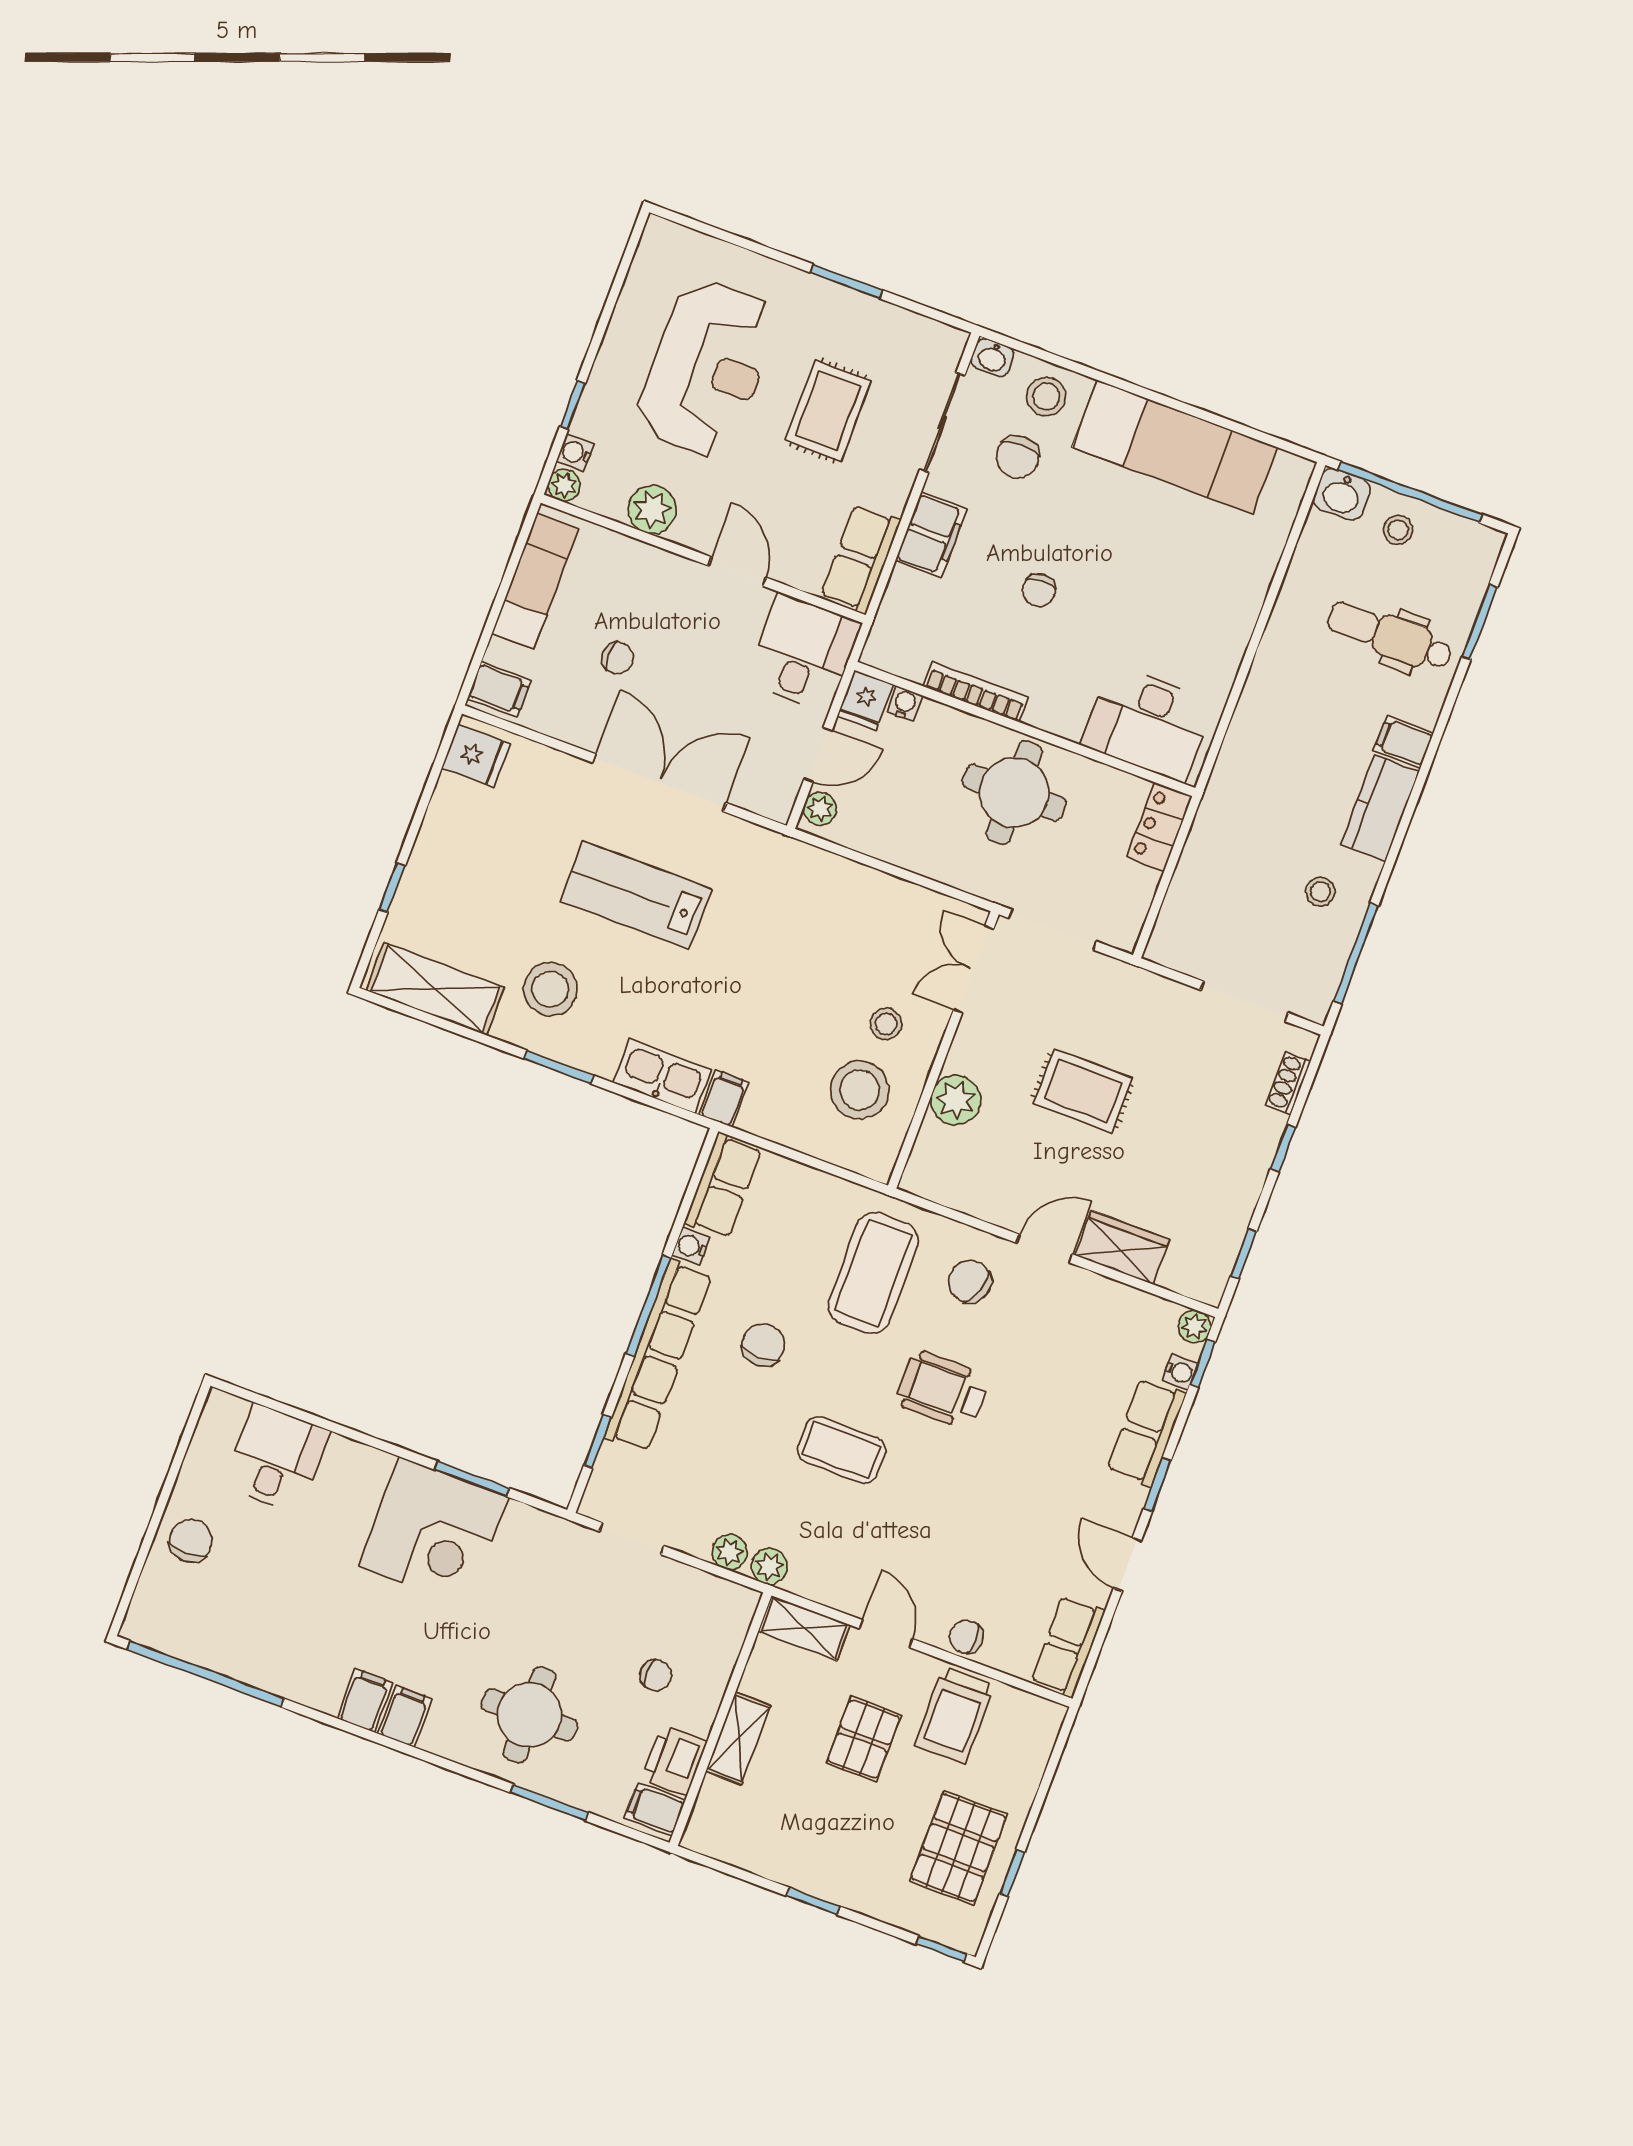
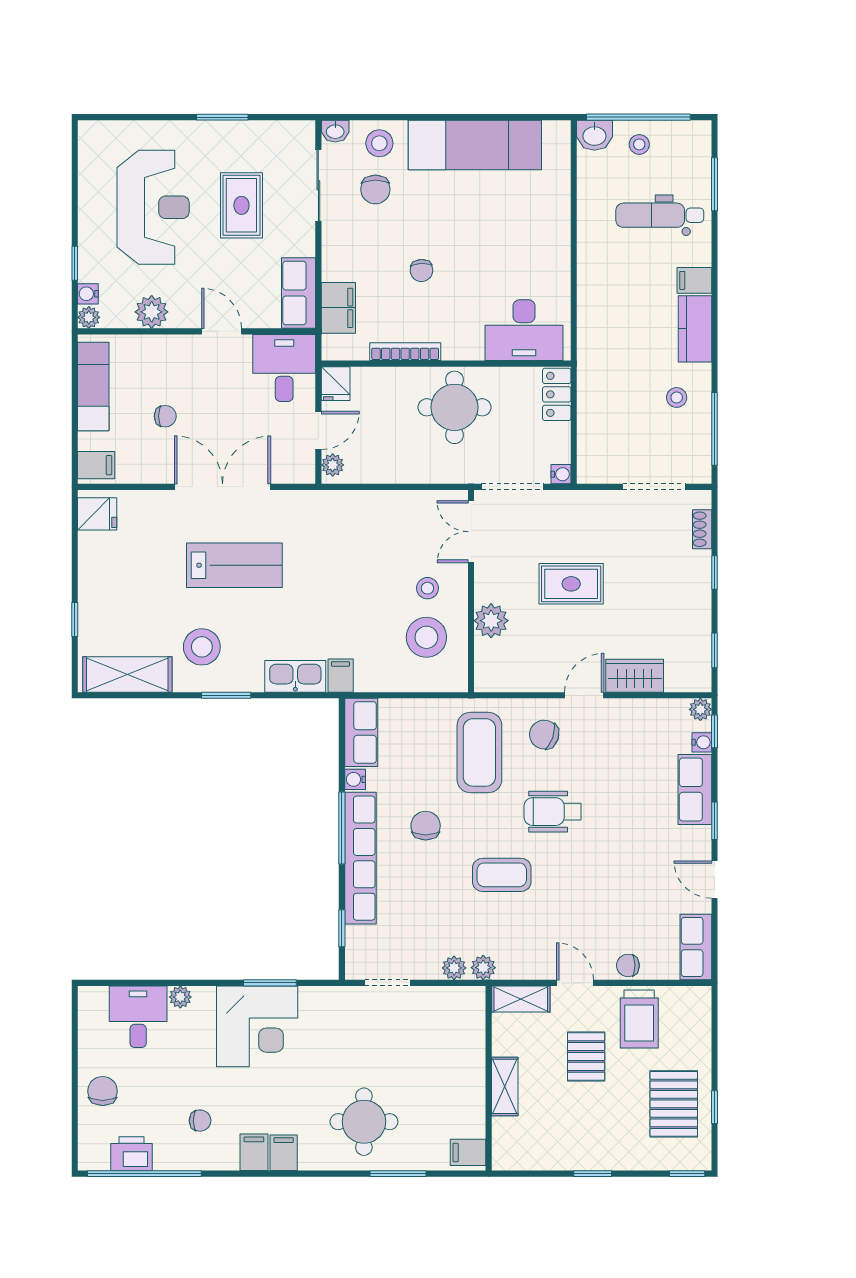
filing cabinet: (931, 535) -> (338, 308), moved
water cooler: (905, 704) -> (561, 474), moved, turned 90
lab bench: (636, 895) -> (234, 565), turned 180
plant: (344, 1453) -> (180, 997), added
chair: (656, 1675) -> (200, 1121), moved
printer: (674, 1760) -> (132, 1154), moved, turned 90

